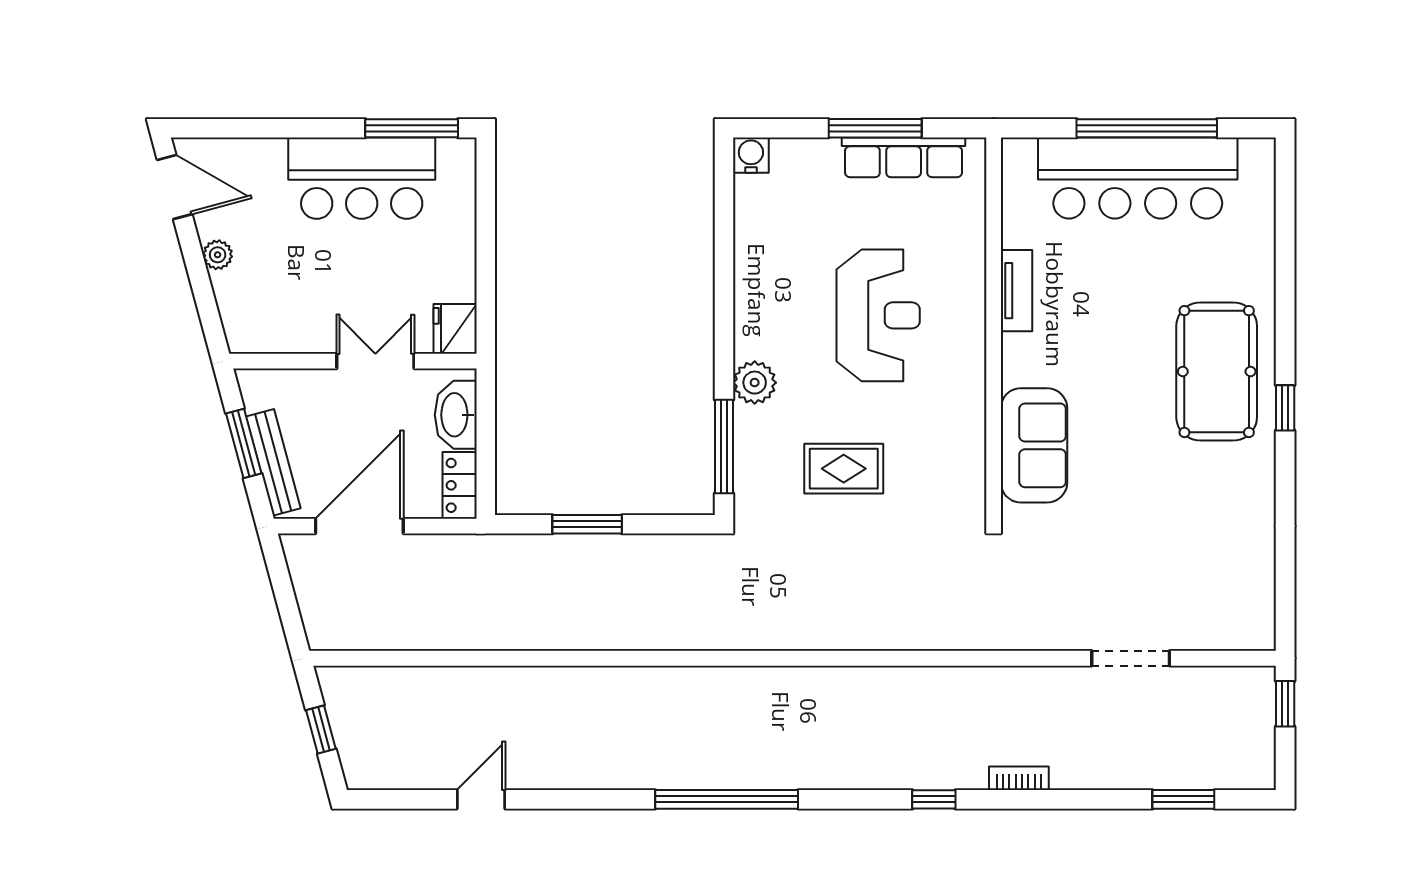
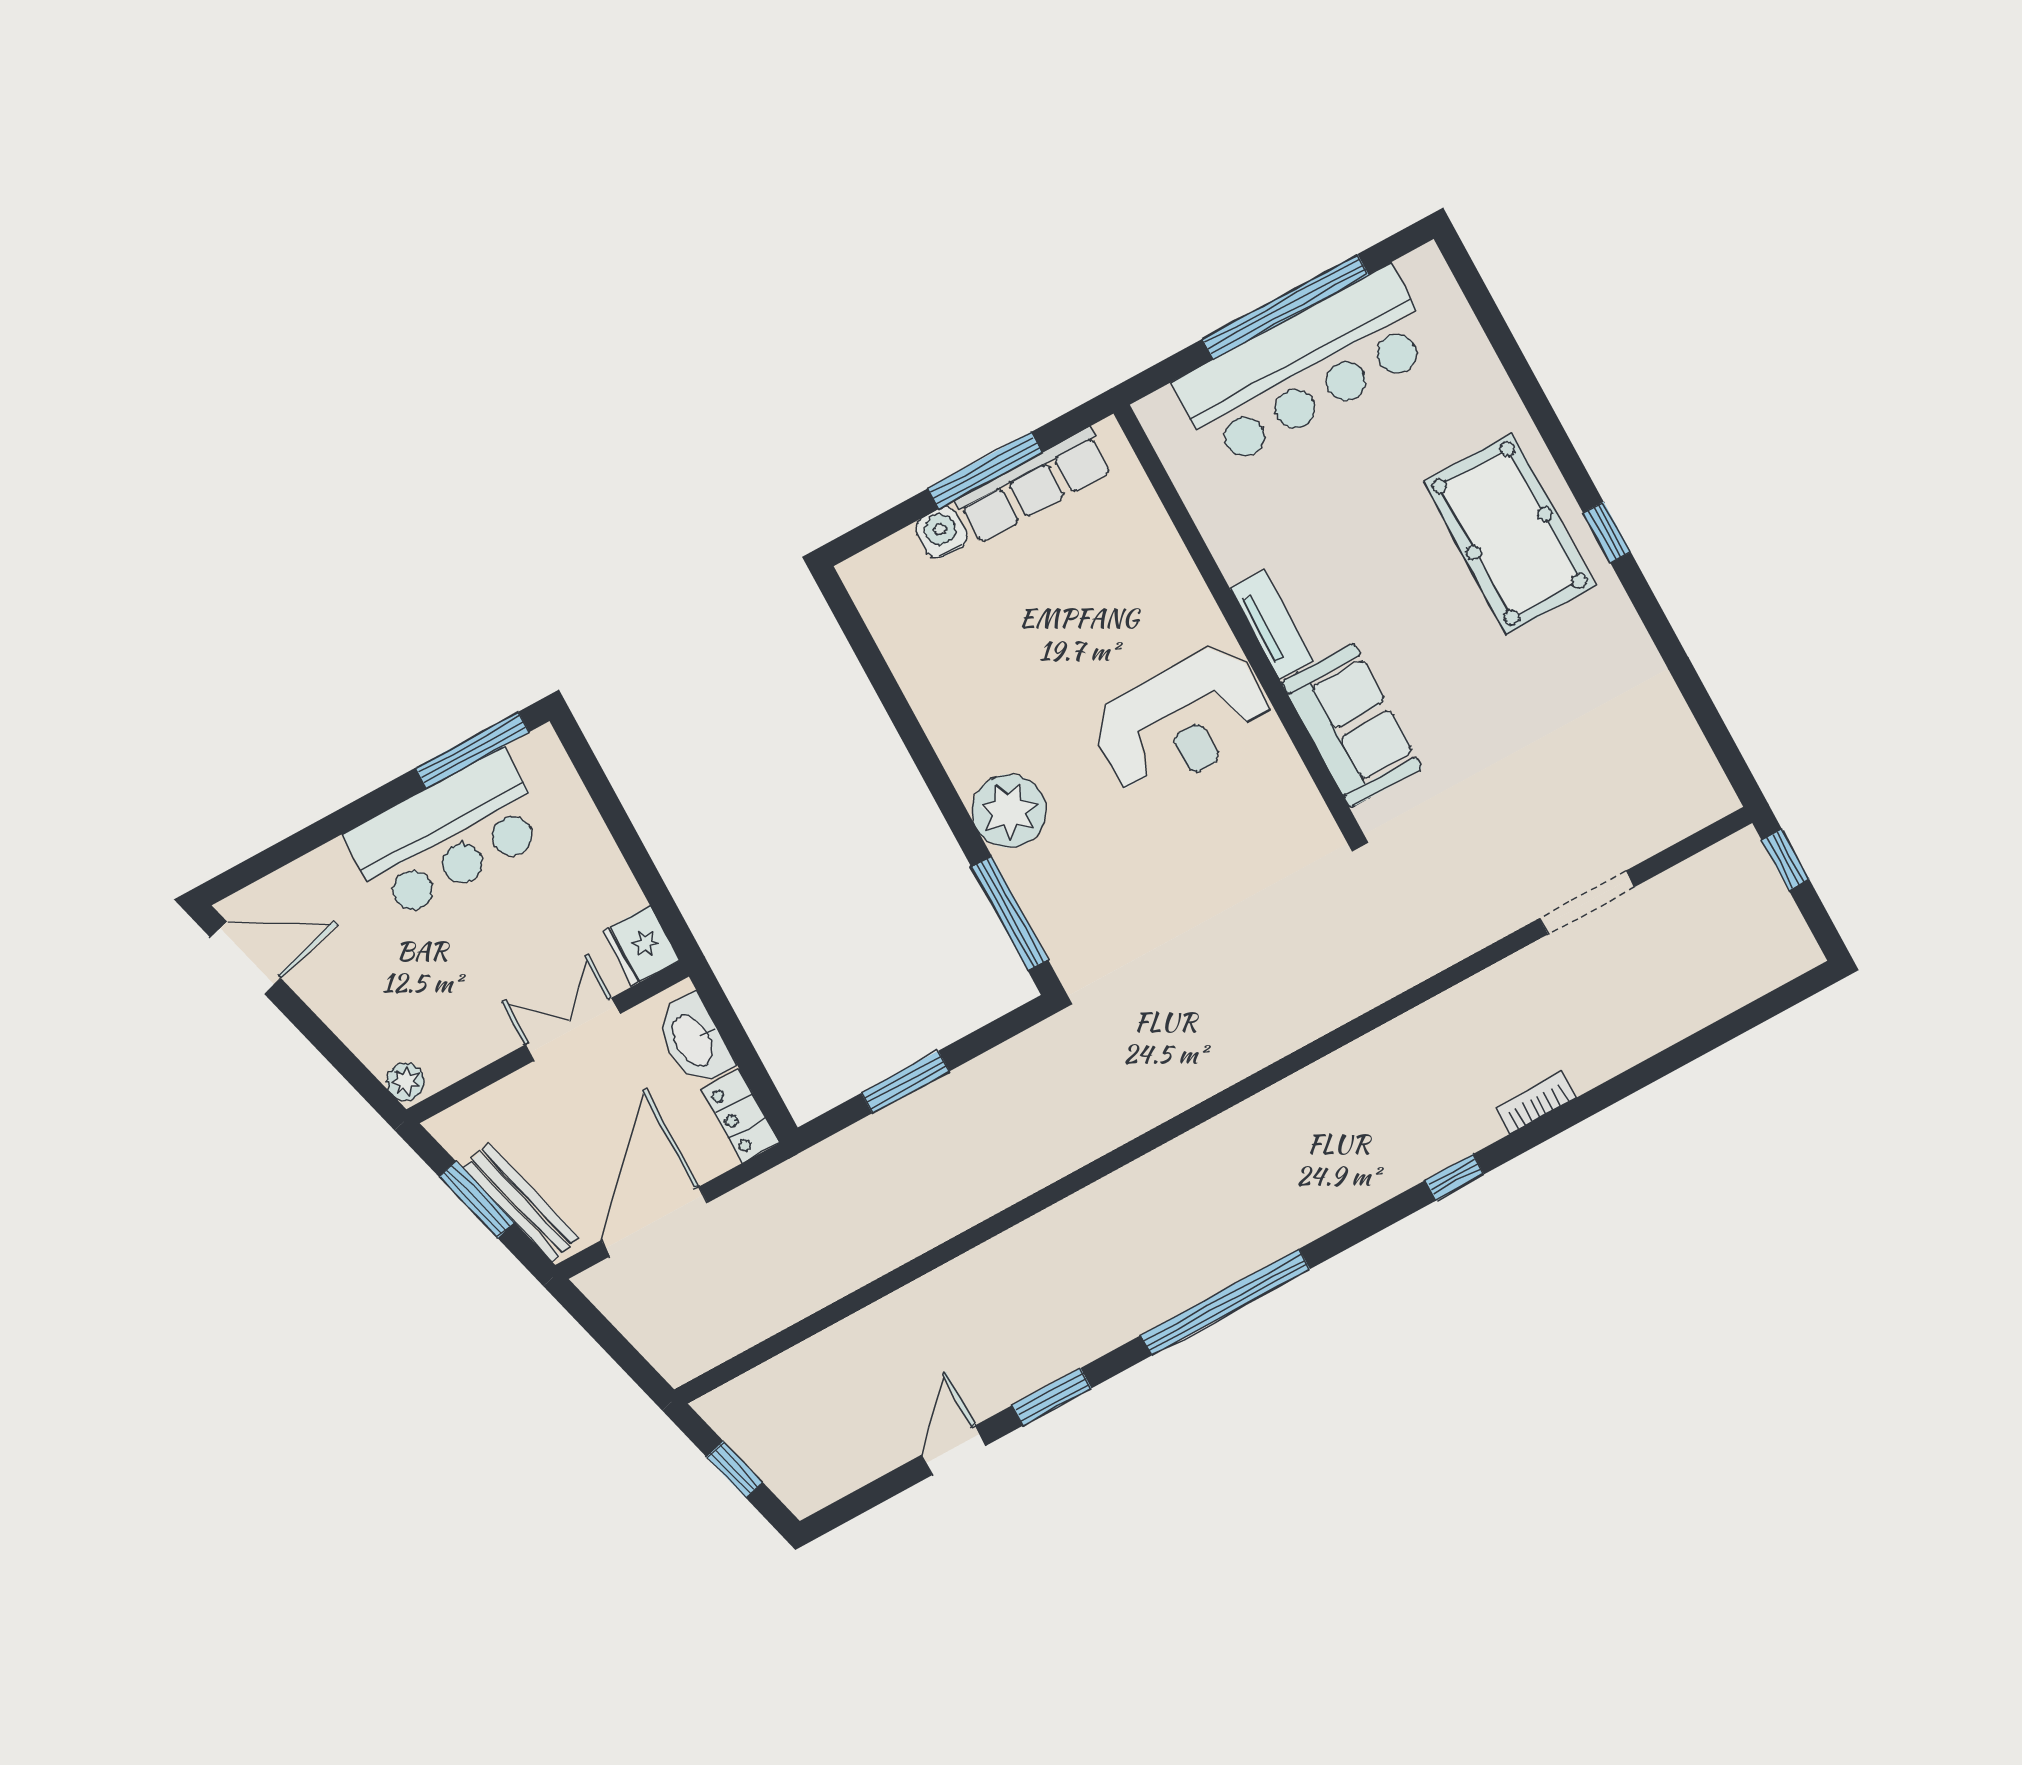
water cooler: (751, 155) -> (942, 533), moved
plant: (218, 255) -> (406, 1082), moved
tv unit: (1016, 291) -> (1272, 624), moved
reception desk: (878, 315) -> (1182, 722), moved, turned 90
plant: (755, 383) -> (1009, 811), width x1.36, depth x1.36
rug: (844, 469) -> (1155, 866), removed
window: (1183, 799) -> (1052, 1397), moved

